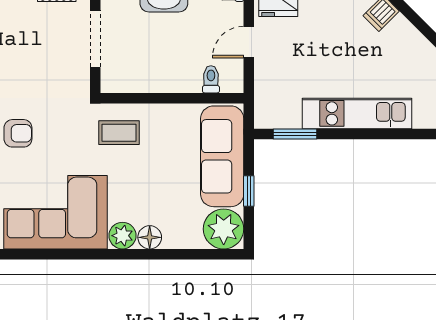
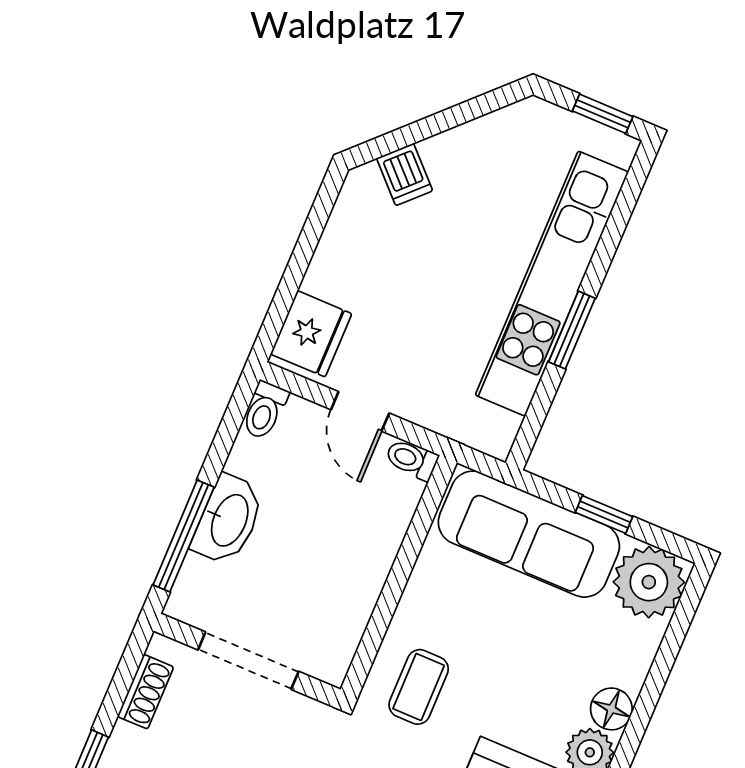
toilet: (211, 79) -> (412, 459), moved
kitchen unit: (357, 113) -> (552, 284), width x1.36
window: (295, 134) -> (572, 330), moved

